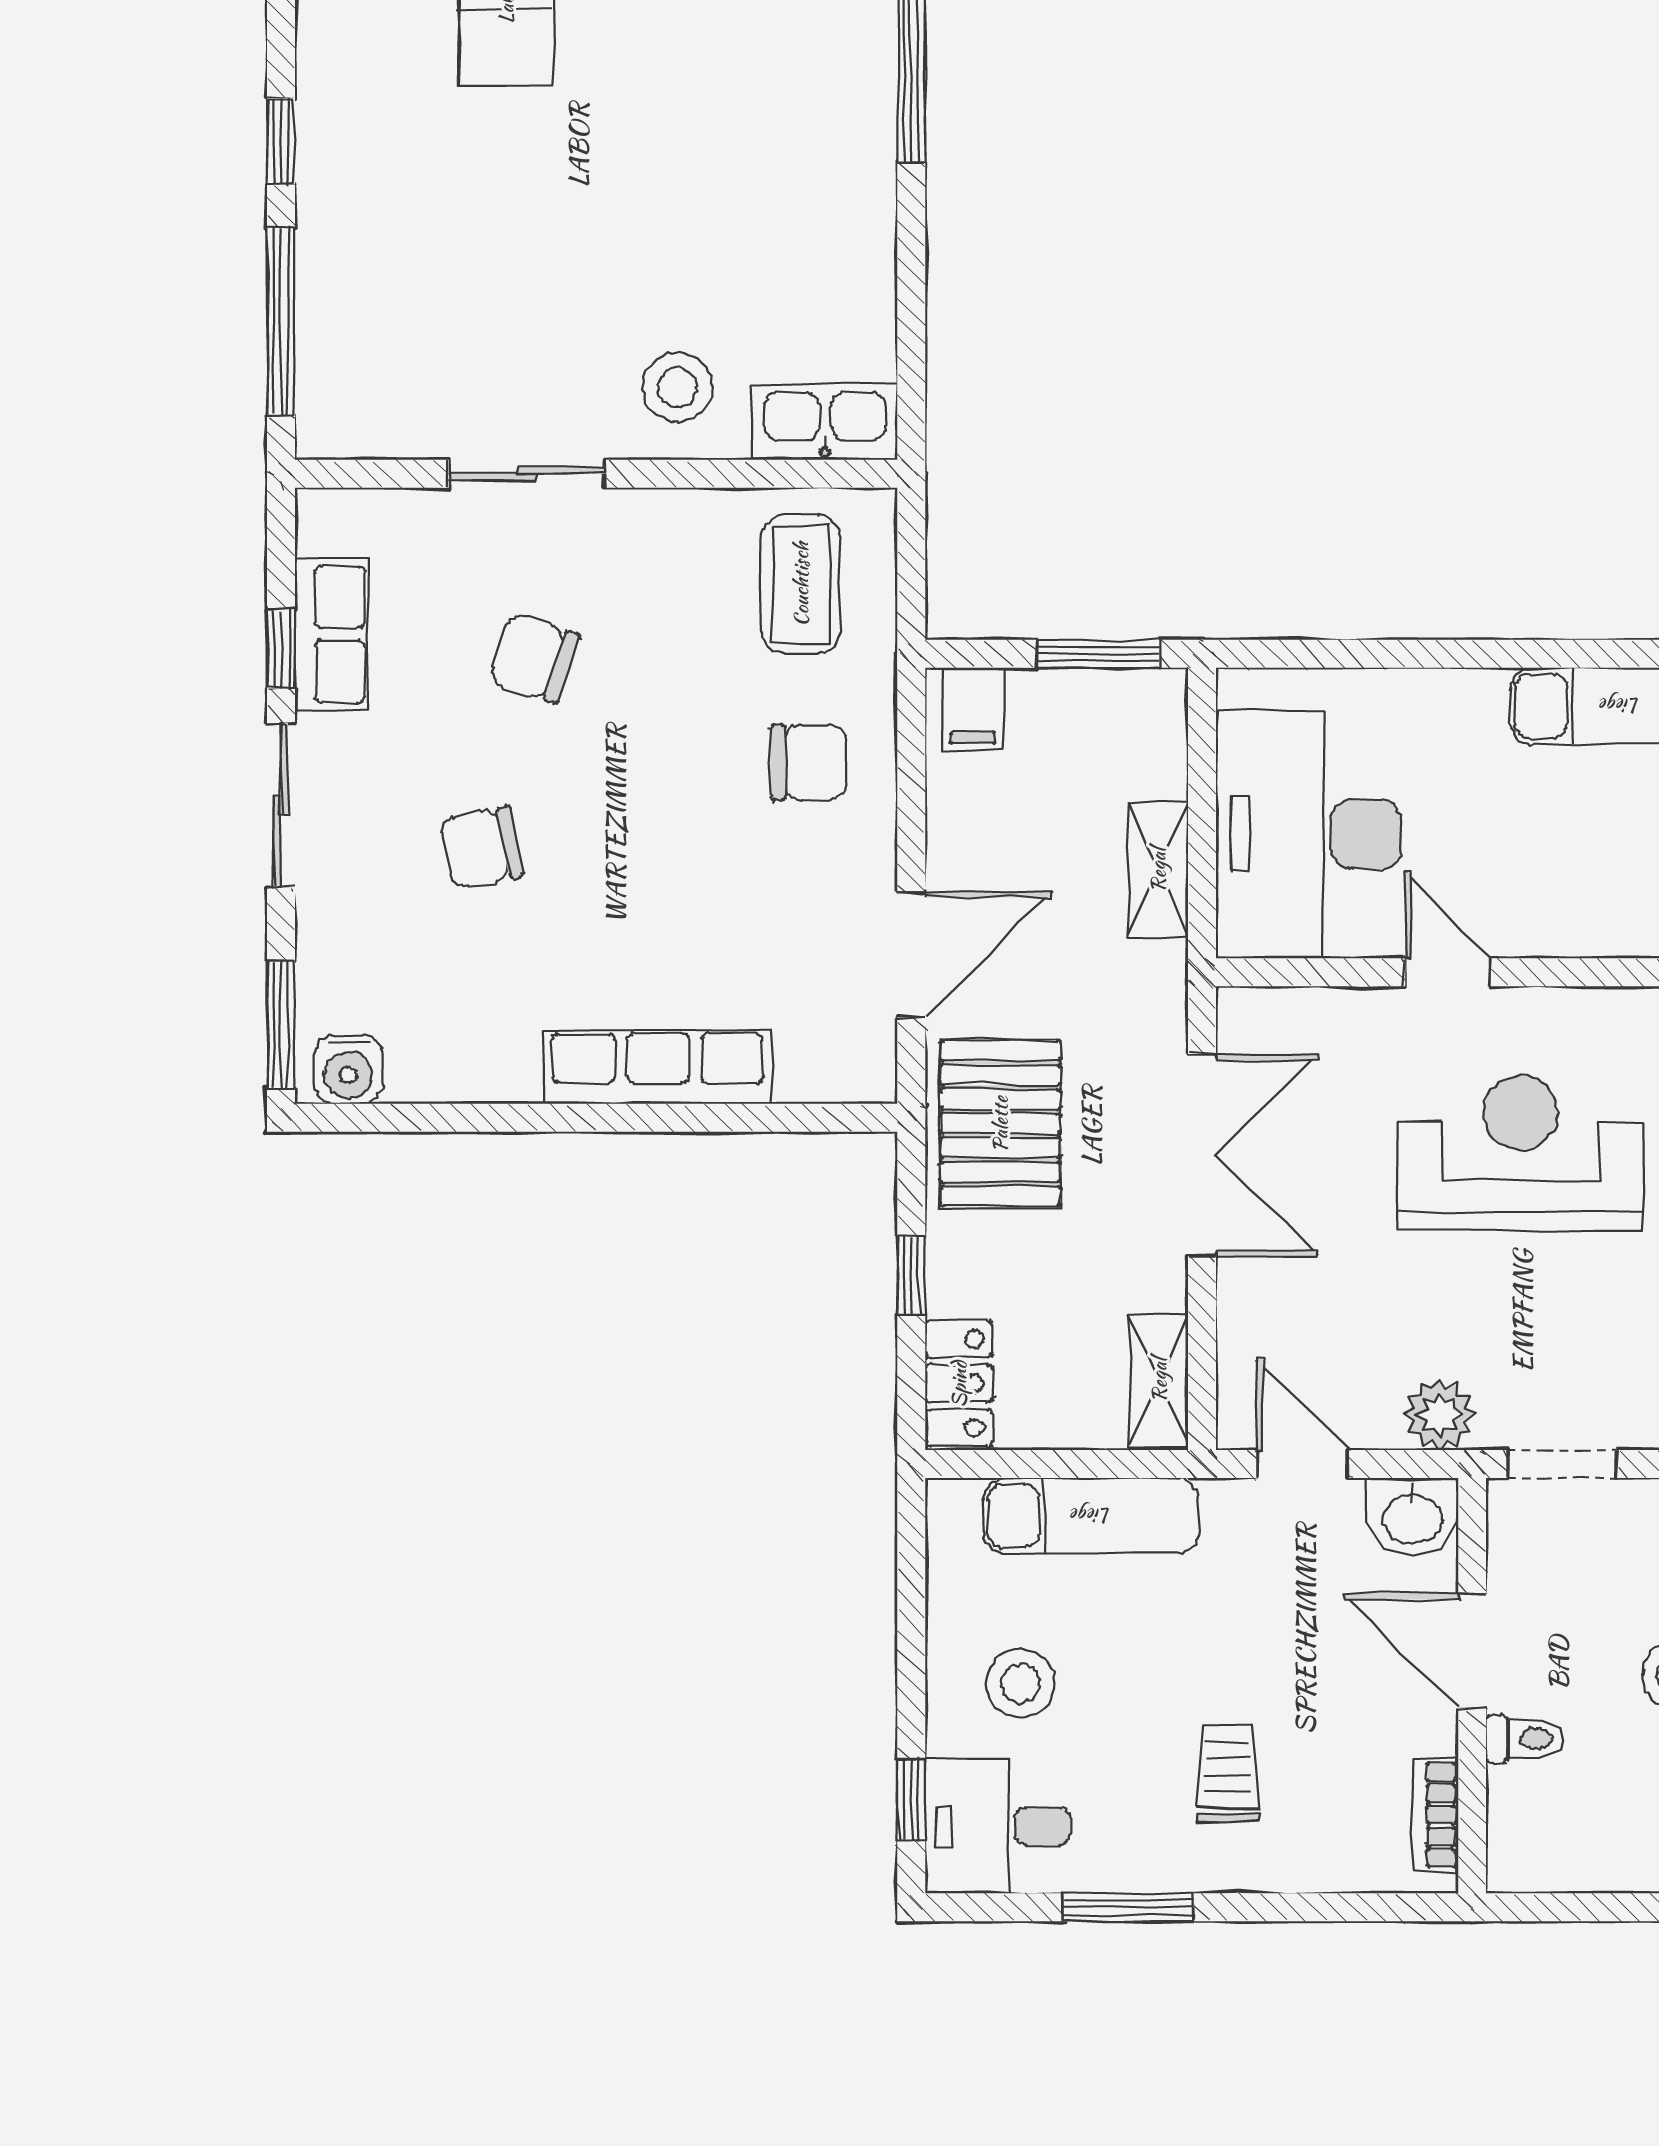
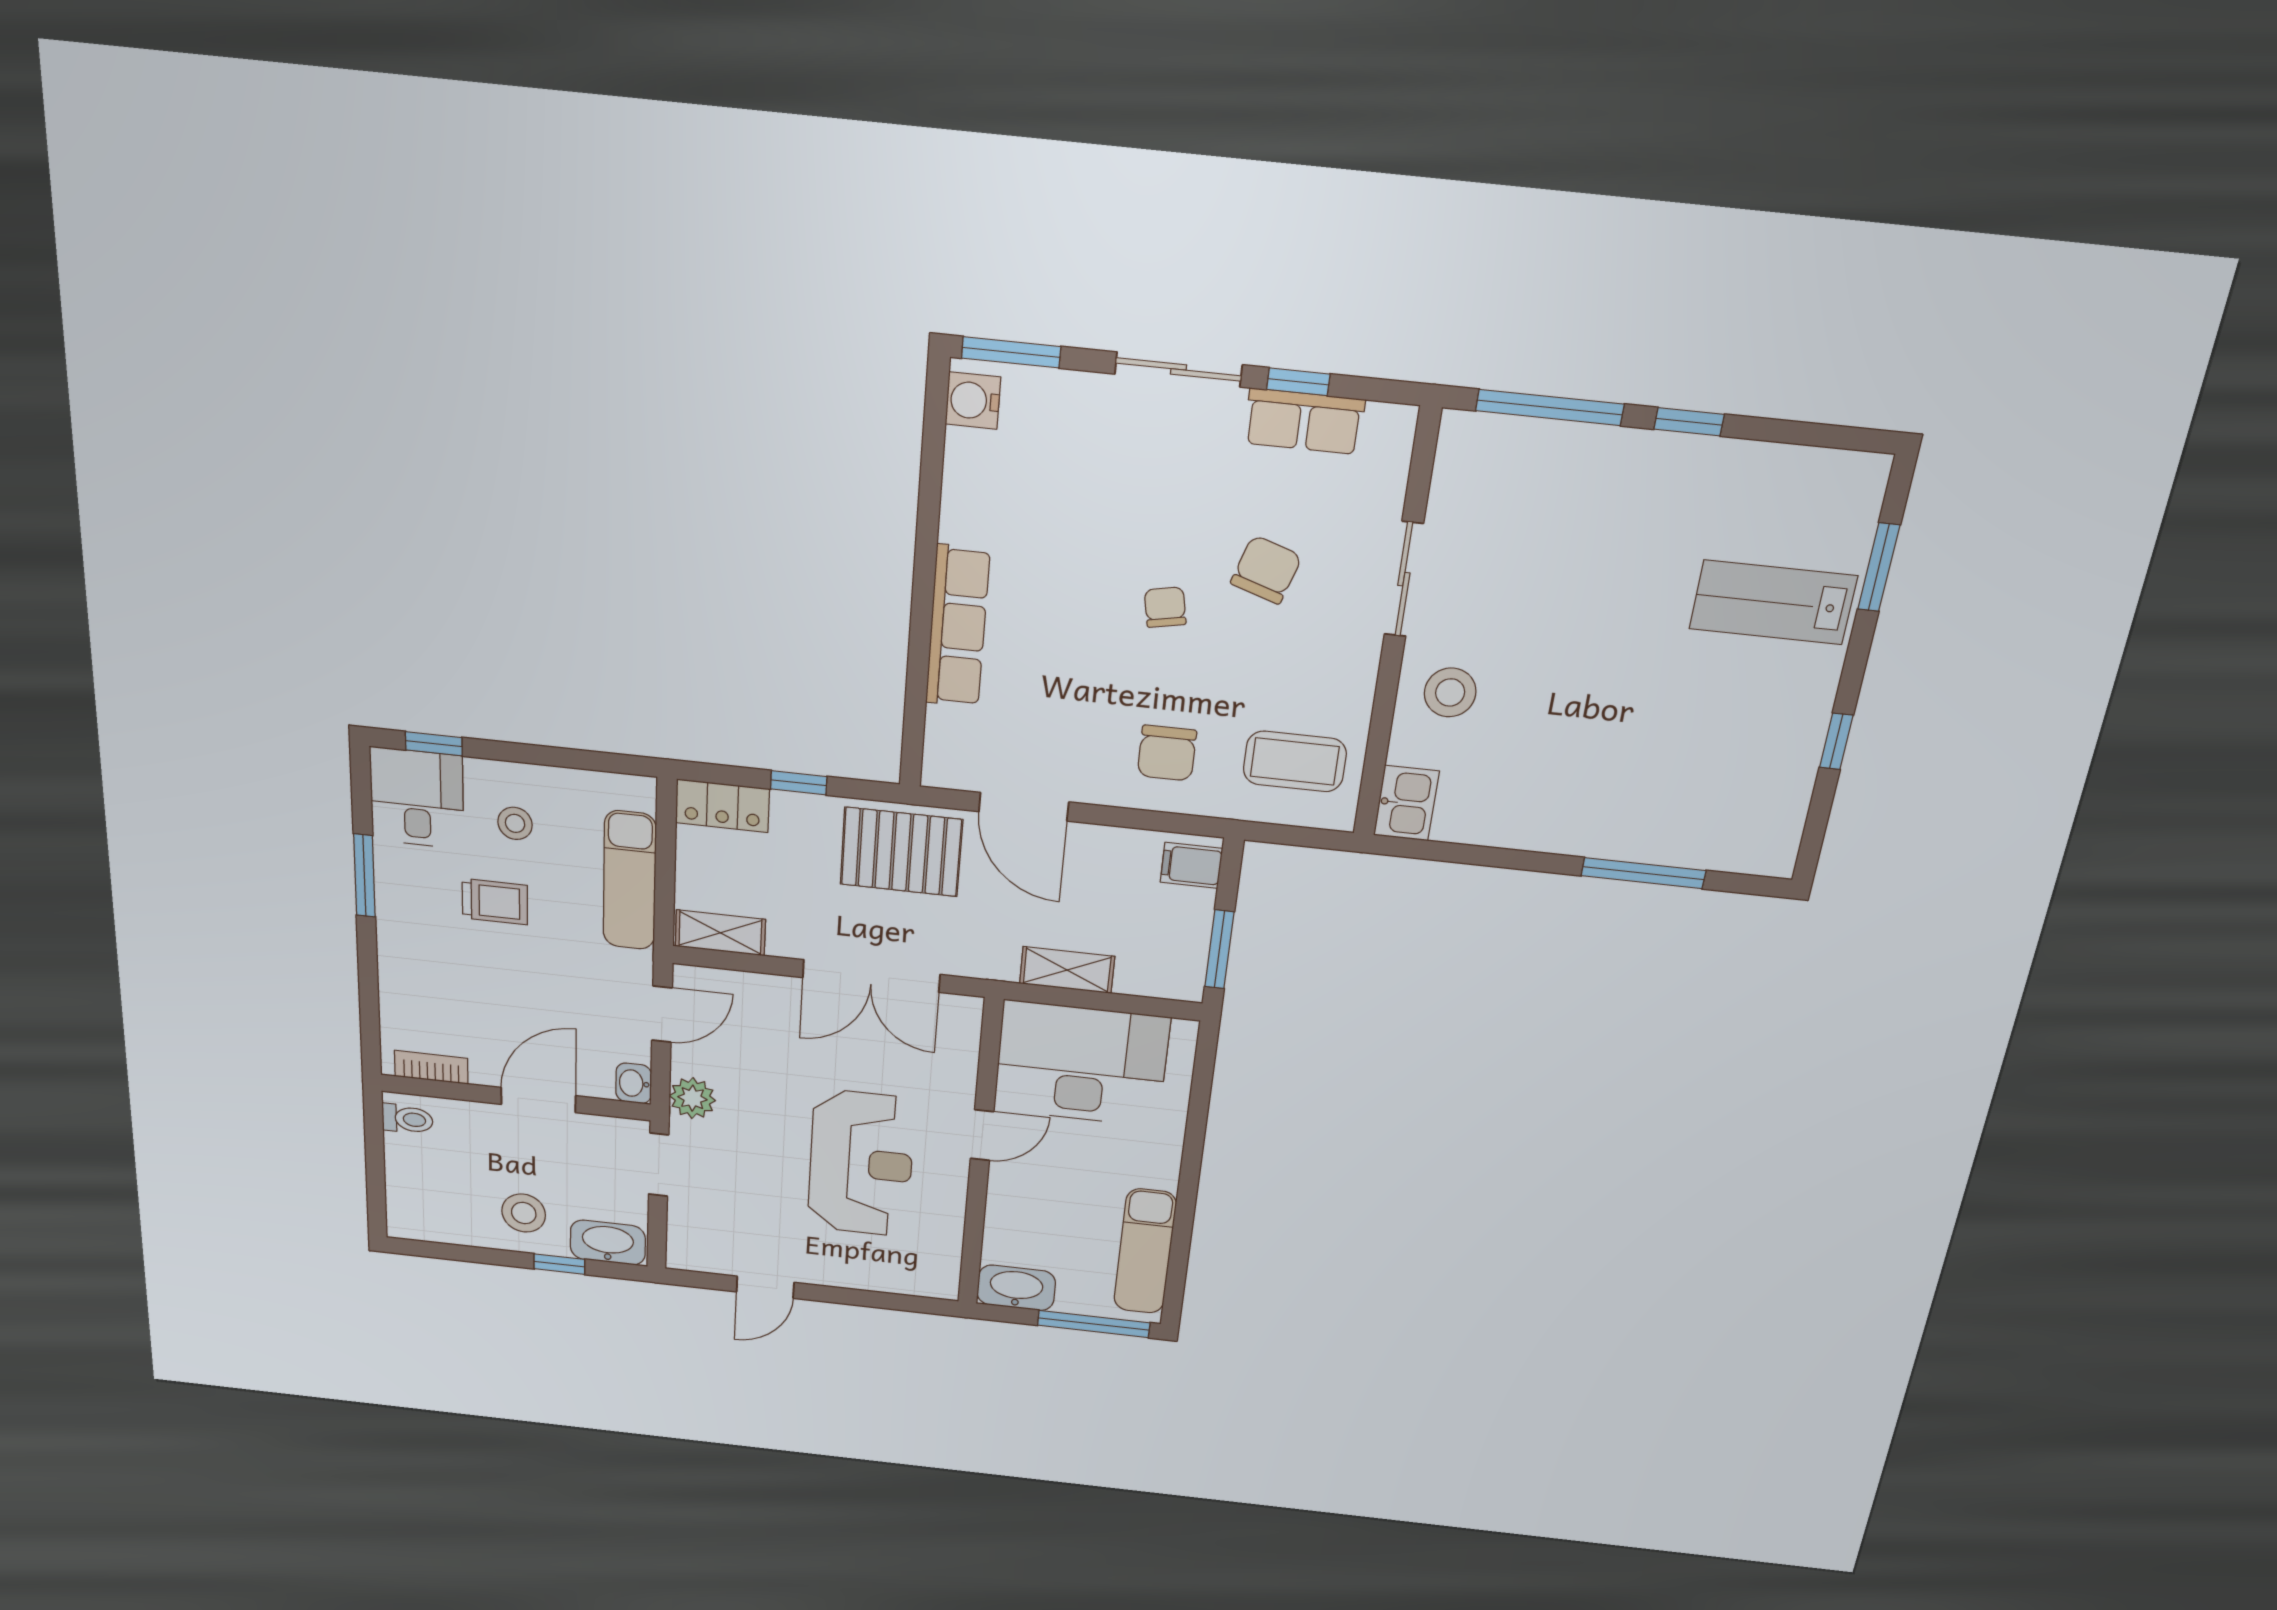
kitchen sink: (825, 422) -> (1406, 803), width x0.73
chair: (481, 848) -> (1165, 607), moved, width x0.73, depth x0.73
washbasin: (1412, 1517) -> (634, 1083), width x0.72, depth x0.69
stool: (1020, 1684) -> (515, 823), width x0.73, depth x0.73
toilet: (1525, 1739) -> (407, 1119), moved, turned -90
trolley: (1228, 1773) -> (495, 902), moved

